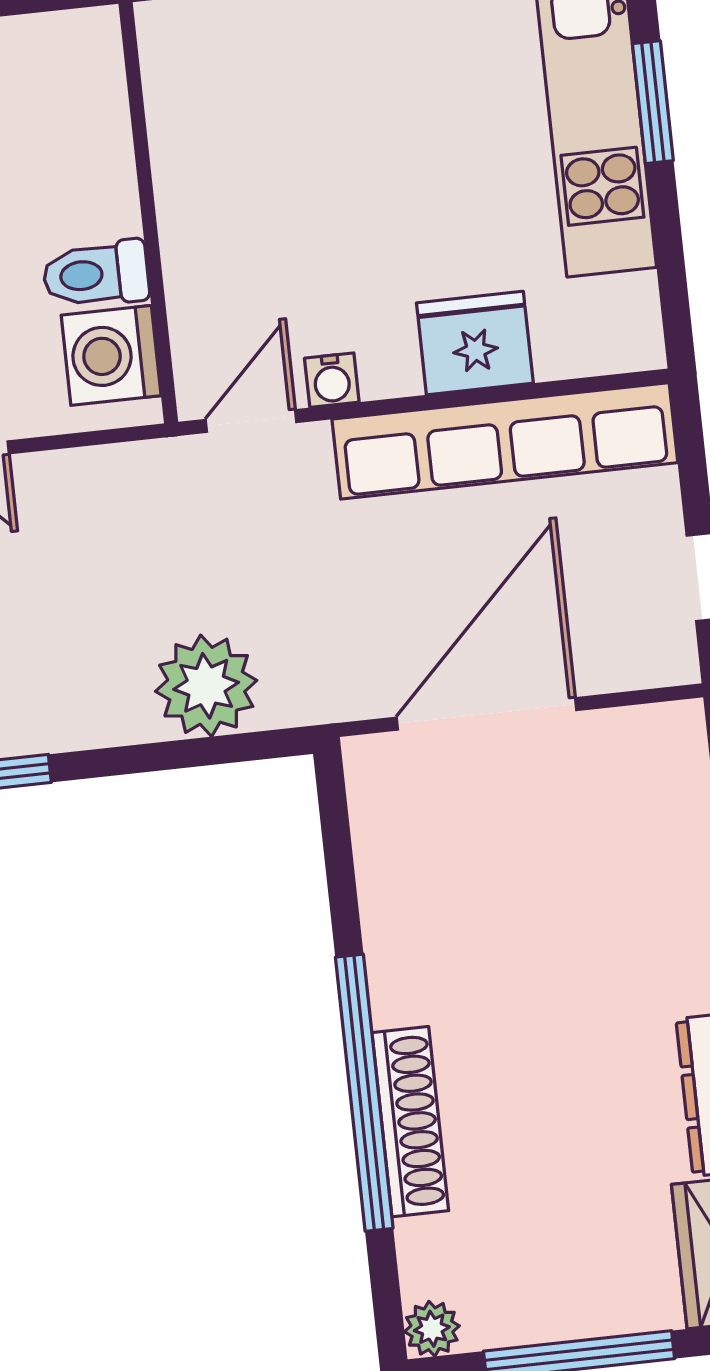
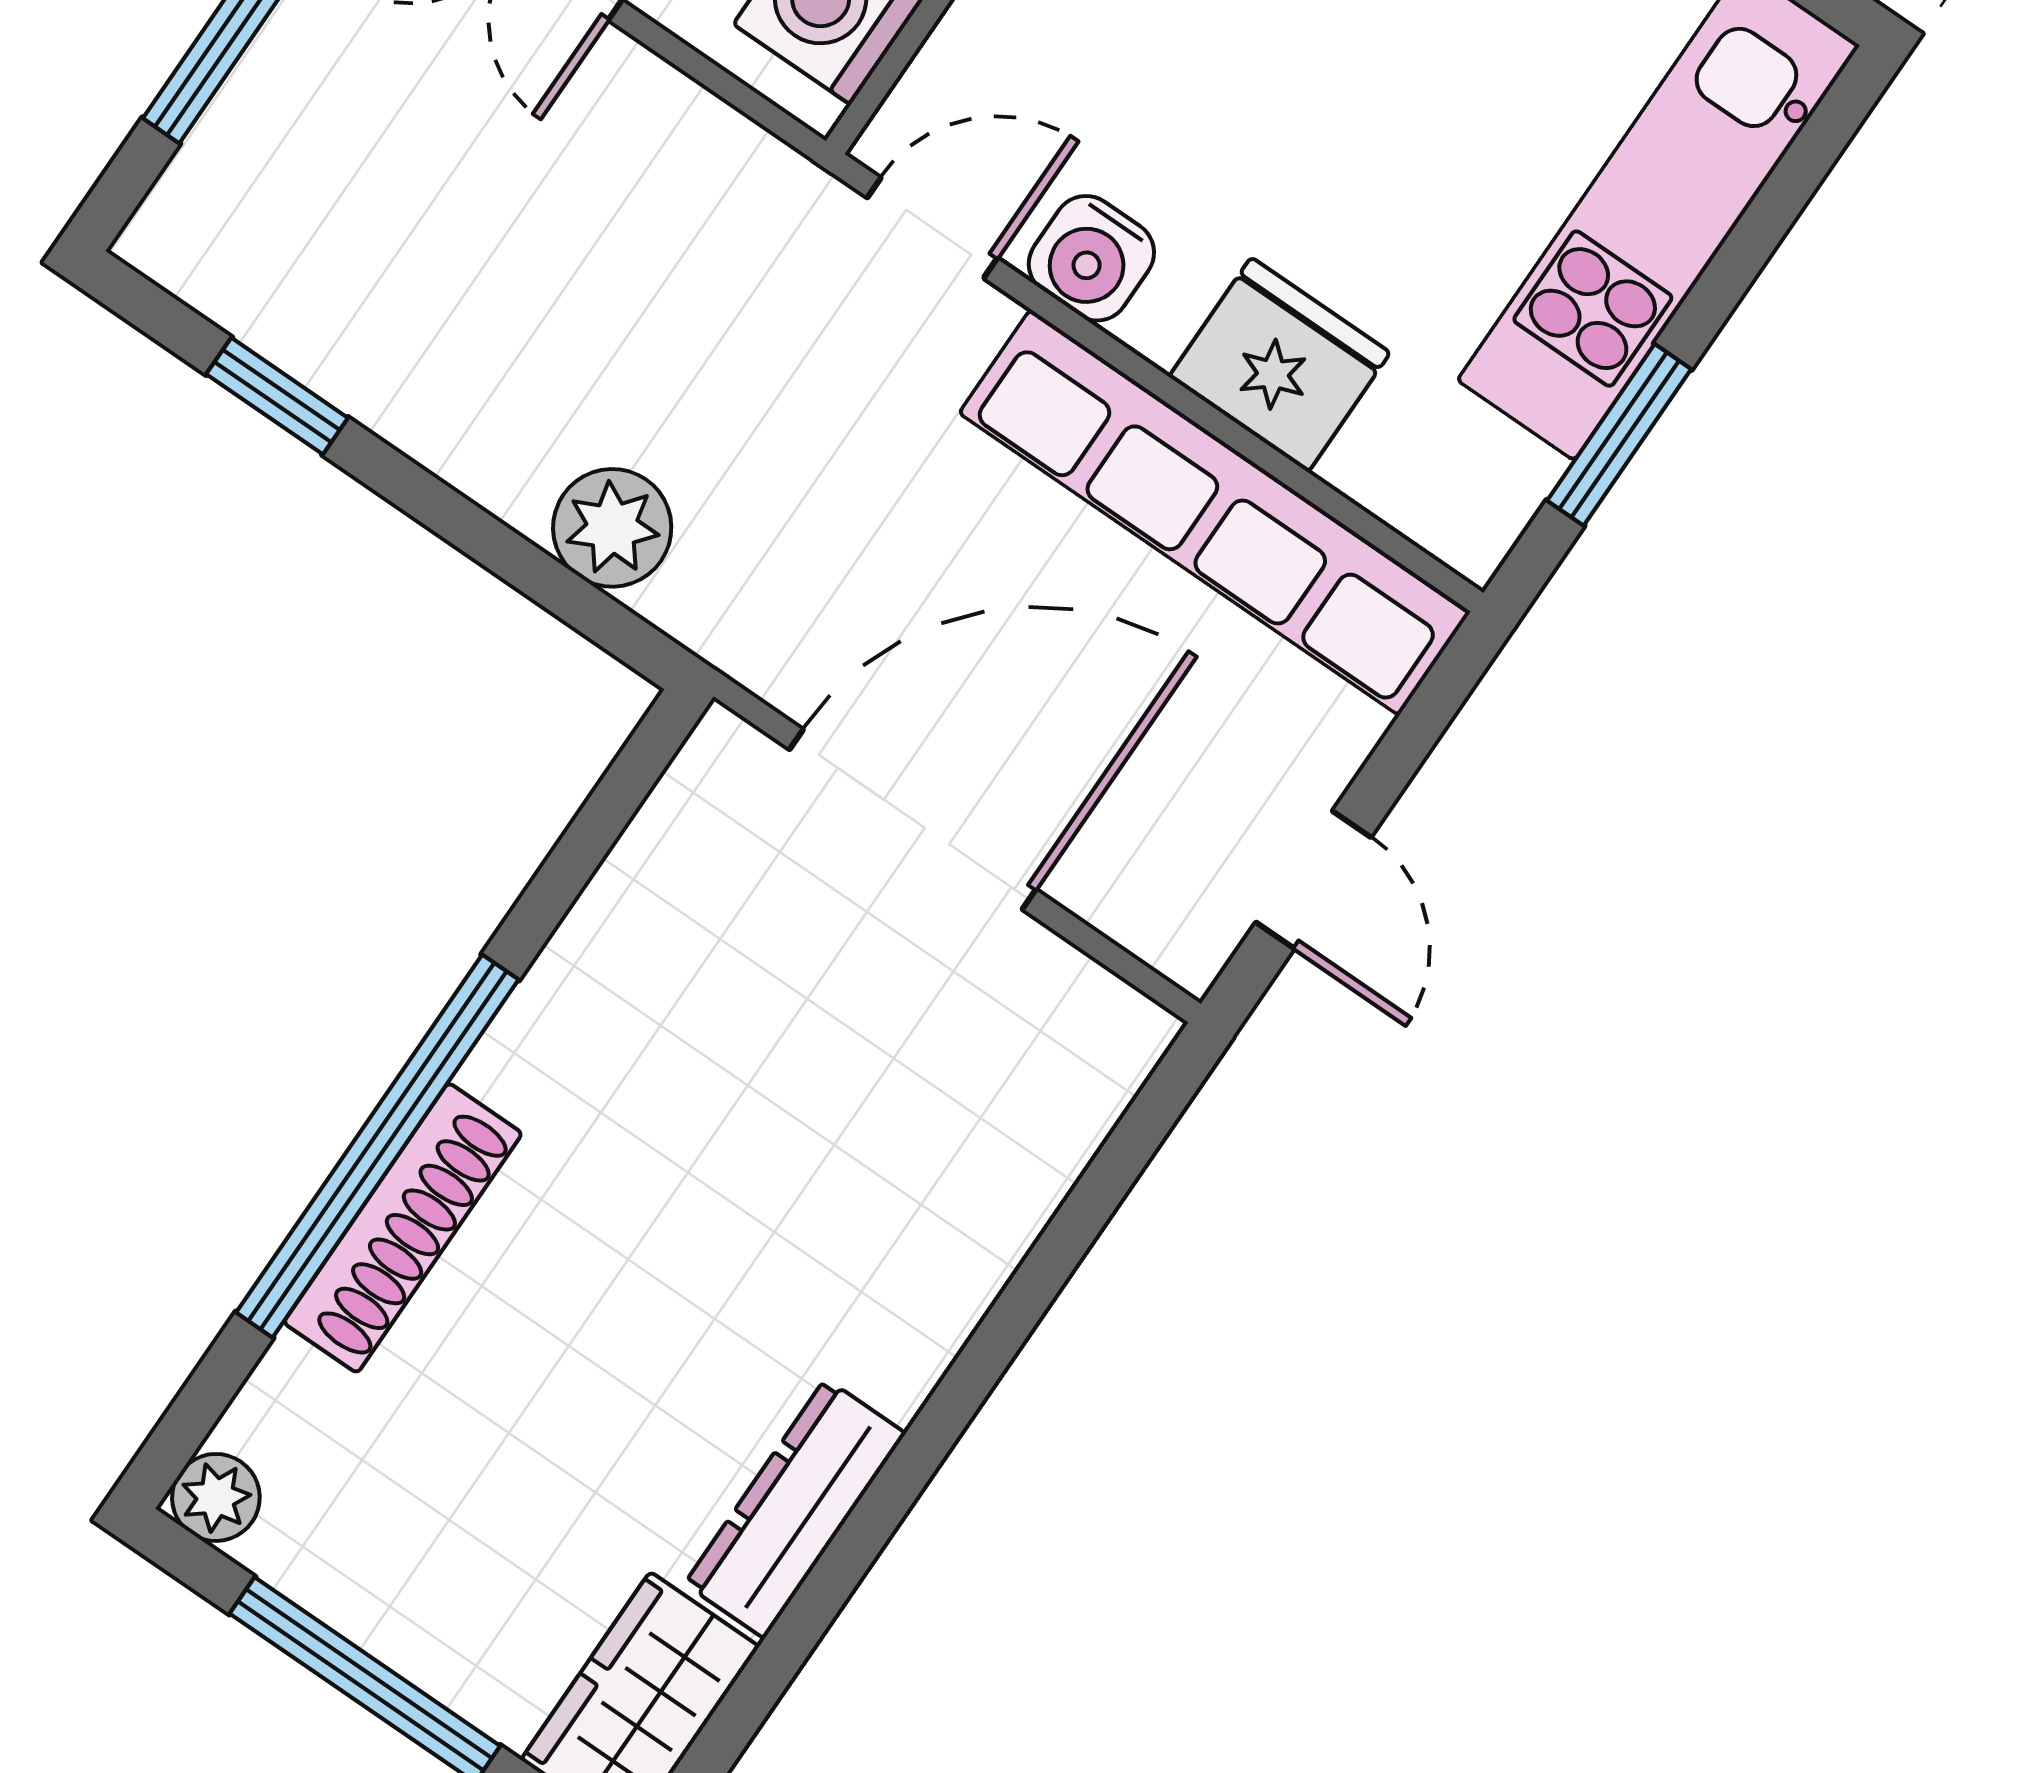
window: (653, 102) -> (1619, 435), moved
water cooler: (332, 380) -> (1091, 258), width x1.38, depth x1.38
plant: (206, 686) -> (612, 528), width x0.73, depth x0.73

